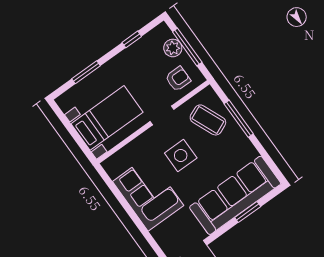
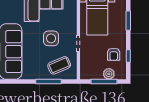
armchair: (178, 79) -> (114, 54), moved

